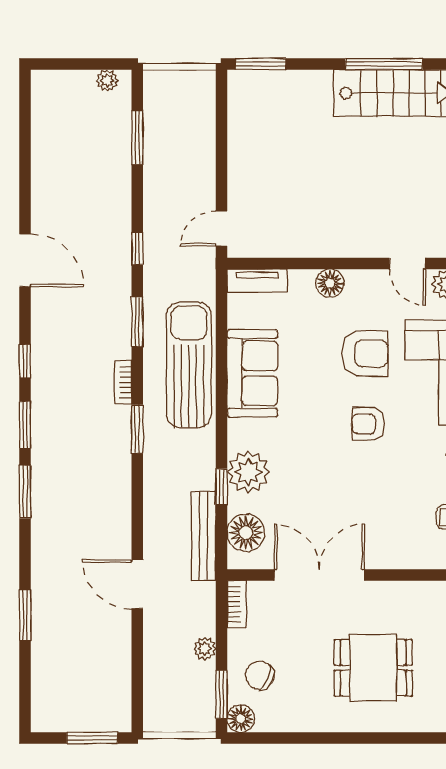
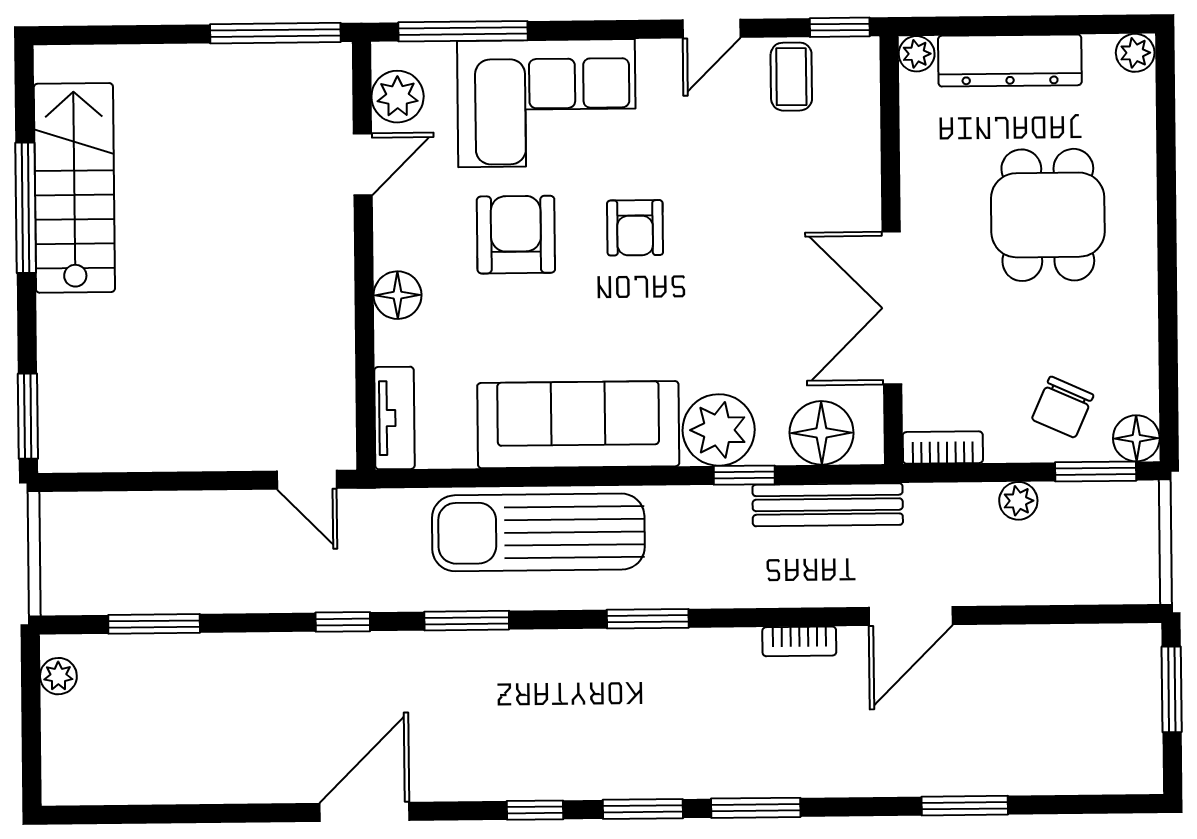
sofa: (252, 373) -> (578, 425), width x1.36
bookcase: (123, 382) -> (799, 641), moved

